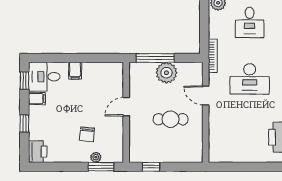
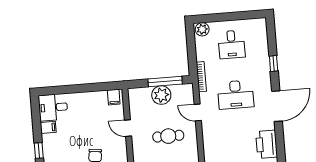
window: (155, 58) -> (165, 82), moved
filing cabinet: (75, 71) -> (114, 97), moved
window: (24, 81) -> (36, 112), removed
door: (126, 107) -> (128, 128), hinge flipped

